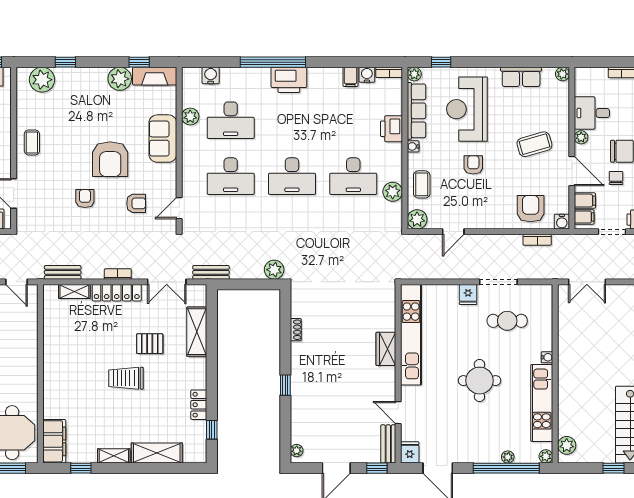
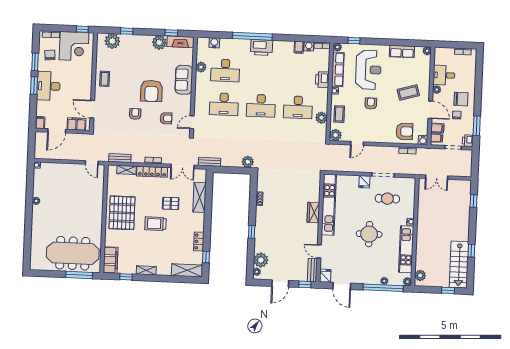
reception desk: (467, 109) -> (368, 70), turned 180
armchair: (531, 209) -> (404, 131), turned 90
pallet: (70, 363) -> (122, 213), added
plant: (302, 431) -> (261, 260), added
shelving: (157, 453) -> (187, 270), moved

